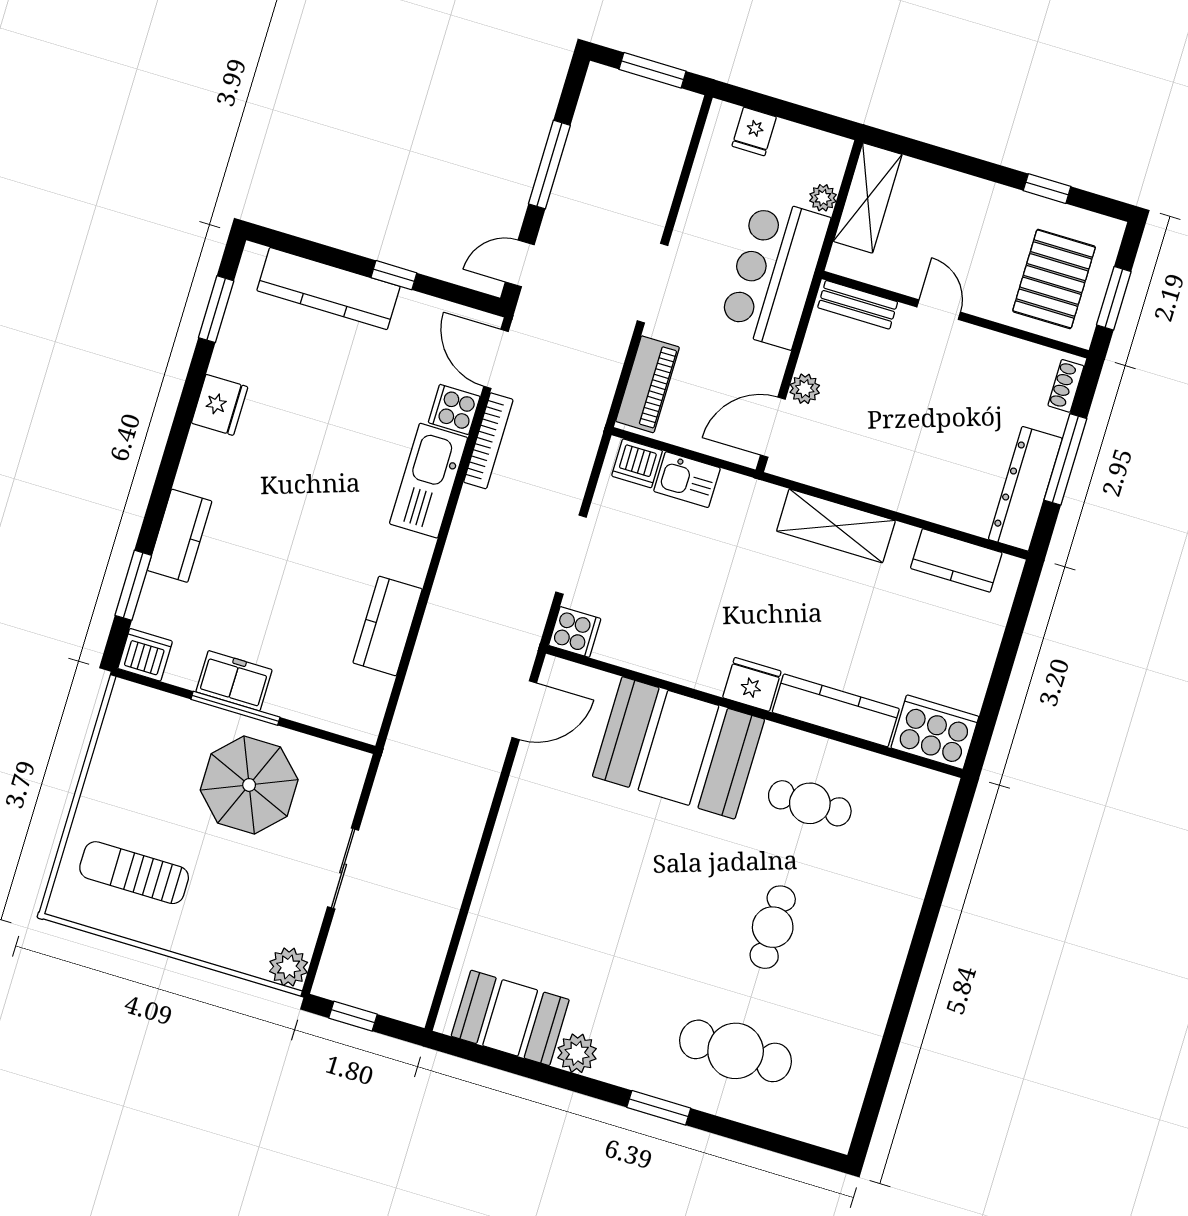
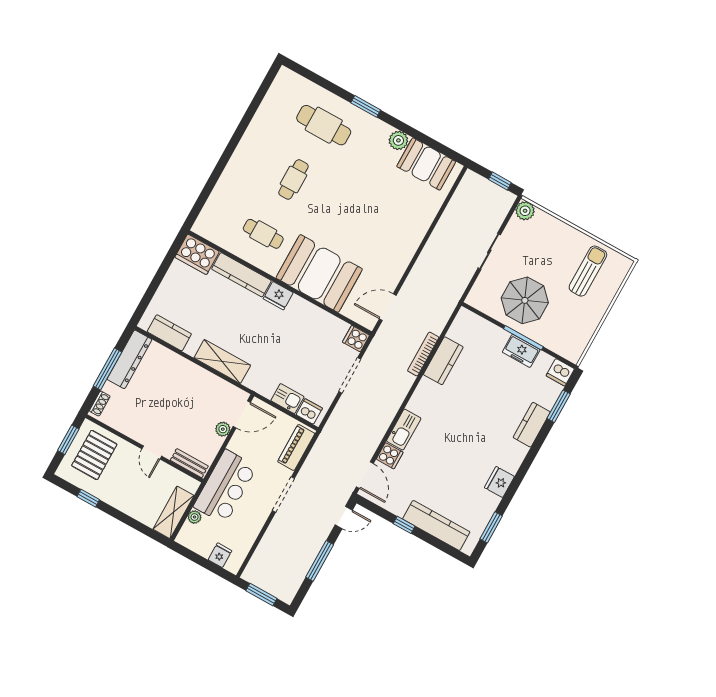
bookcase: (488, 441) -> (423, 354), moved
kitchen sink: (429, 481) -> (404, 430), width x0.73, depth x0.81
sun lounger: (134, 873) -> (588, 271), turned -90

